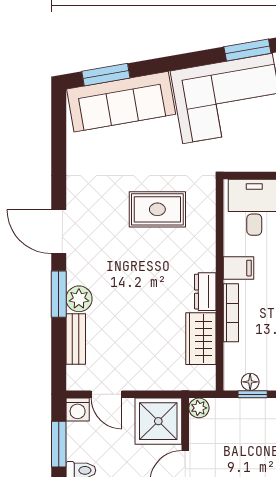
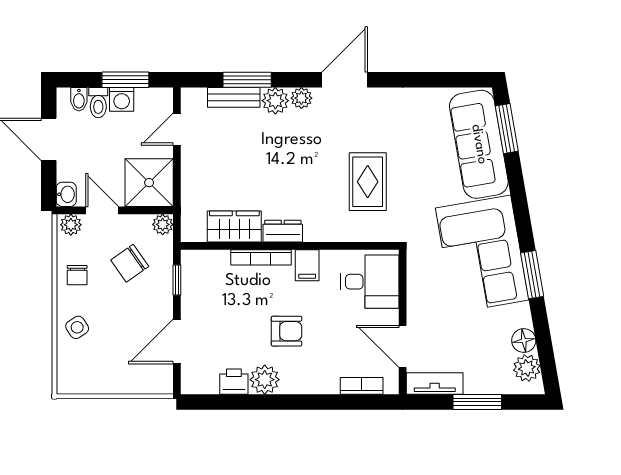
plant: (76, 274) -> (301, 98), added
window: (59, 294) -> (247, 80), moved
floor lamp: (250, 382) -> (190, 277), removed
washing machine: (78, 410) -> (122, 99), moved, turned -90
chair: (236, 440) -> (130, 263), added

